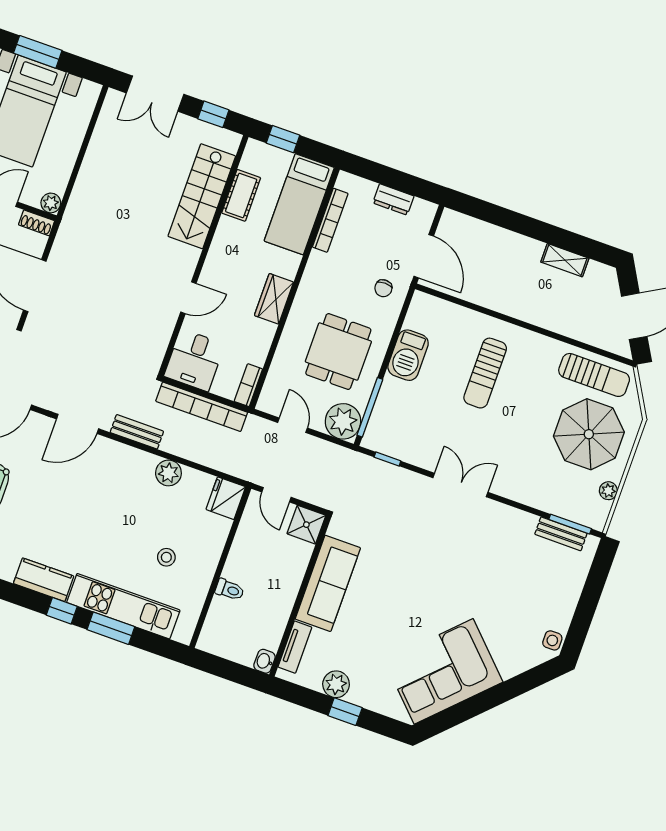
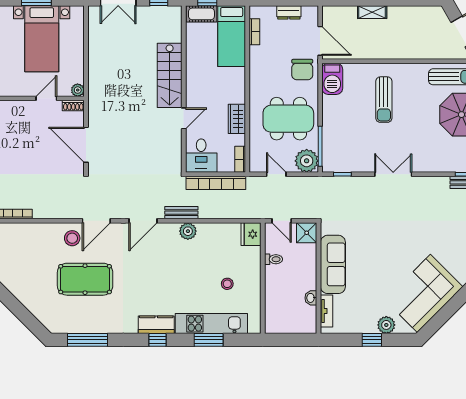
cot: (241, 195) -> (201, 14), moved, turned 90
stairs: (202, 196) -> (170, 75), moved
bookcase: (330, 220) -> (254, 32), width x0.64
shelving: (565, 260) -> (372, 12), moved
chair: (383, 288) -> (302, 70), width x1.87, depth x1.87
wardrobe: (274, 299) -> (237, 119), moved
dining table: (338, 352) -> (288, 119), width x1.38
barbecue: (408, 355) -> (332, 79), moved
plant: (168, 473) -> (188, 231), moved
toilet: (230, 590) -> (274, 259), moved
window: (62, 611) -> (158, 340), moved
washbasin: (264, 661) -> (311, 298), moved
plant: (336, 684) -> (386, 325), moved

